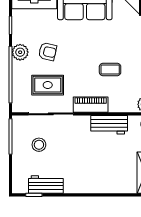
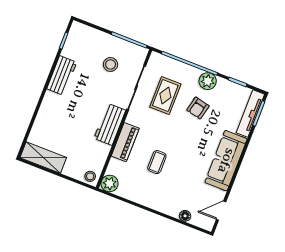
piano: (91, 105) -> (125, 142), moved
workbench: (109, 125) -> (110, 124), moved
workbench: (46, 185) -> (62, 76), moved

